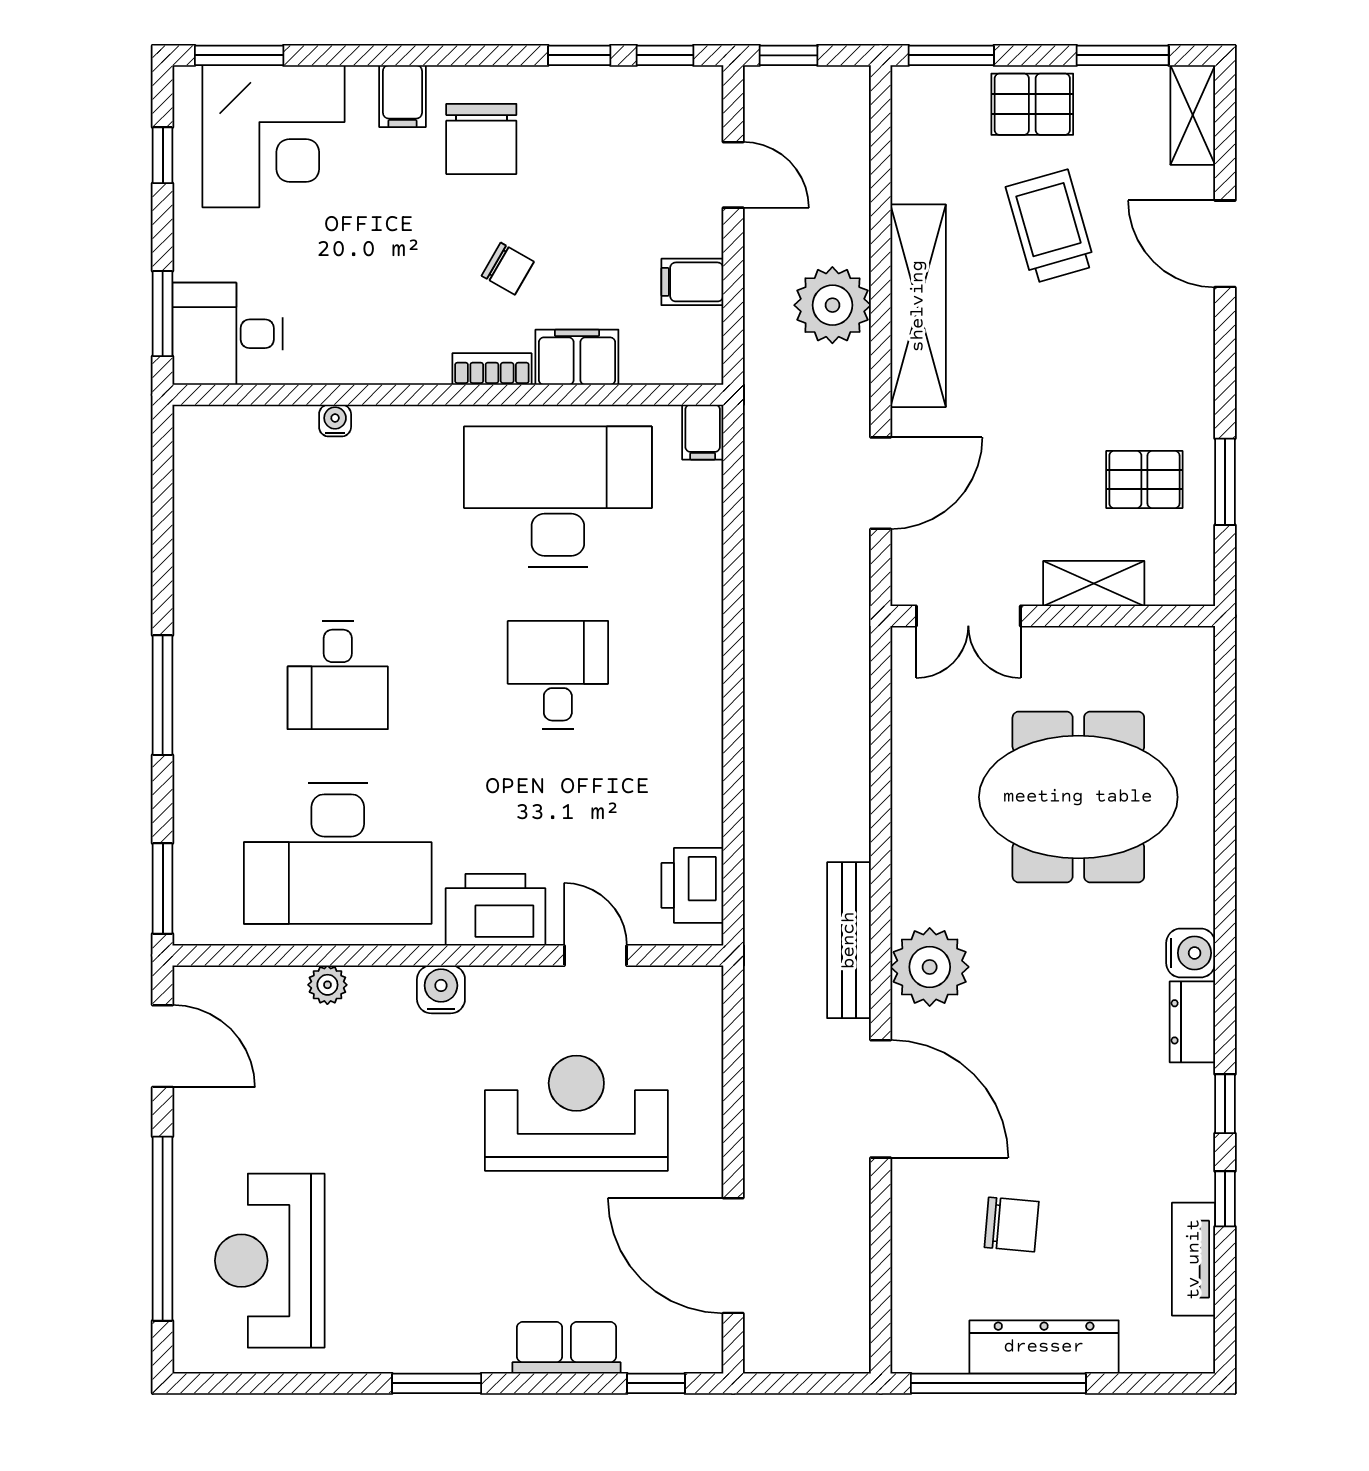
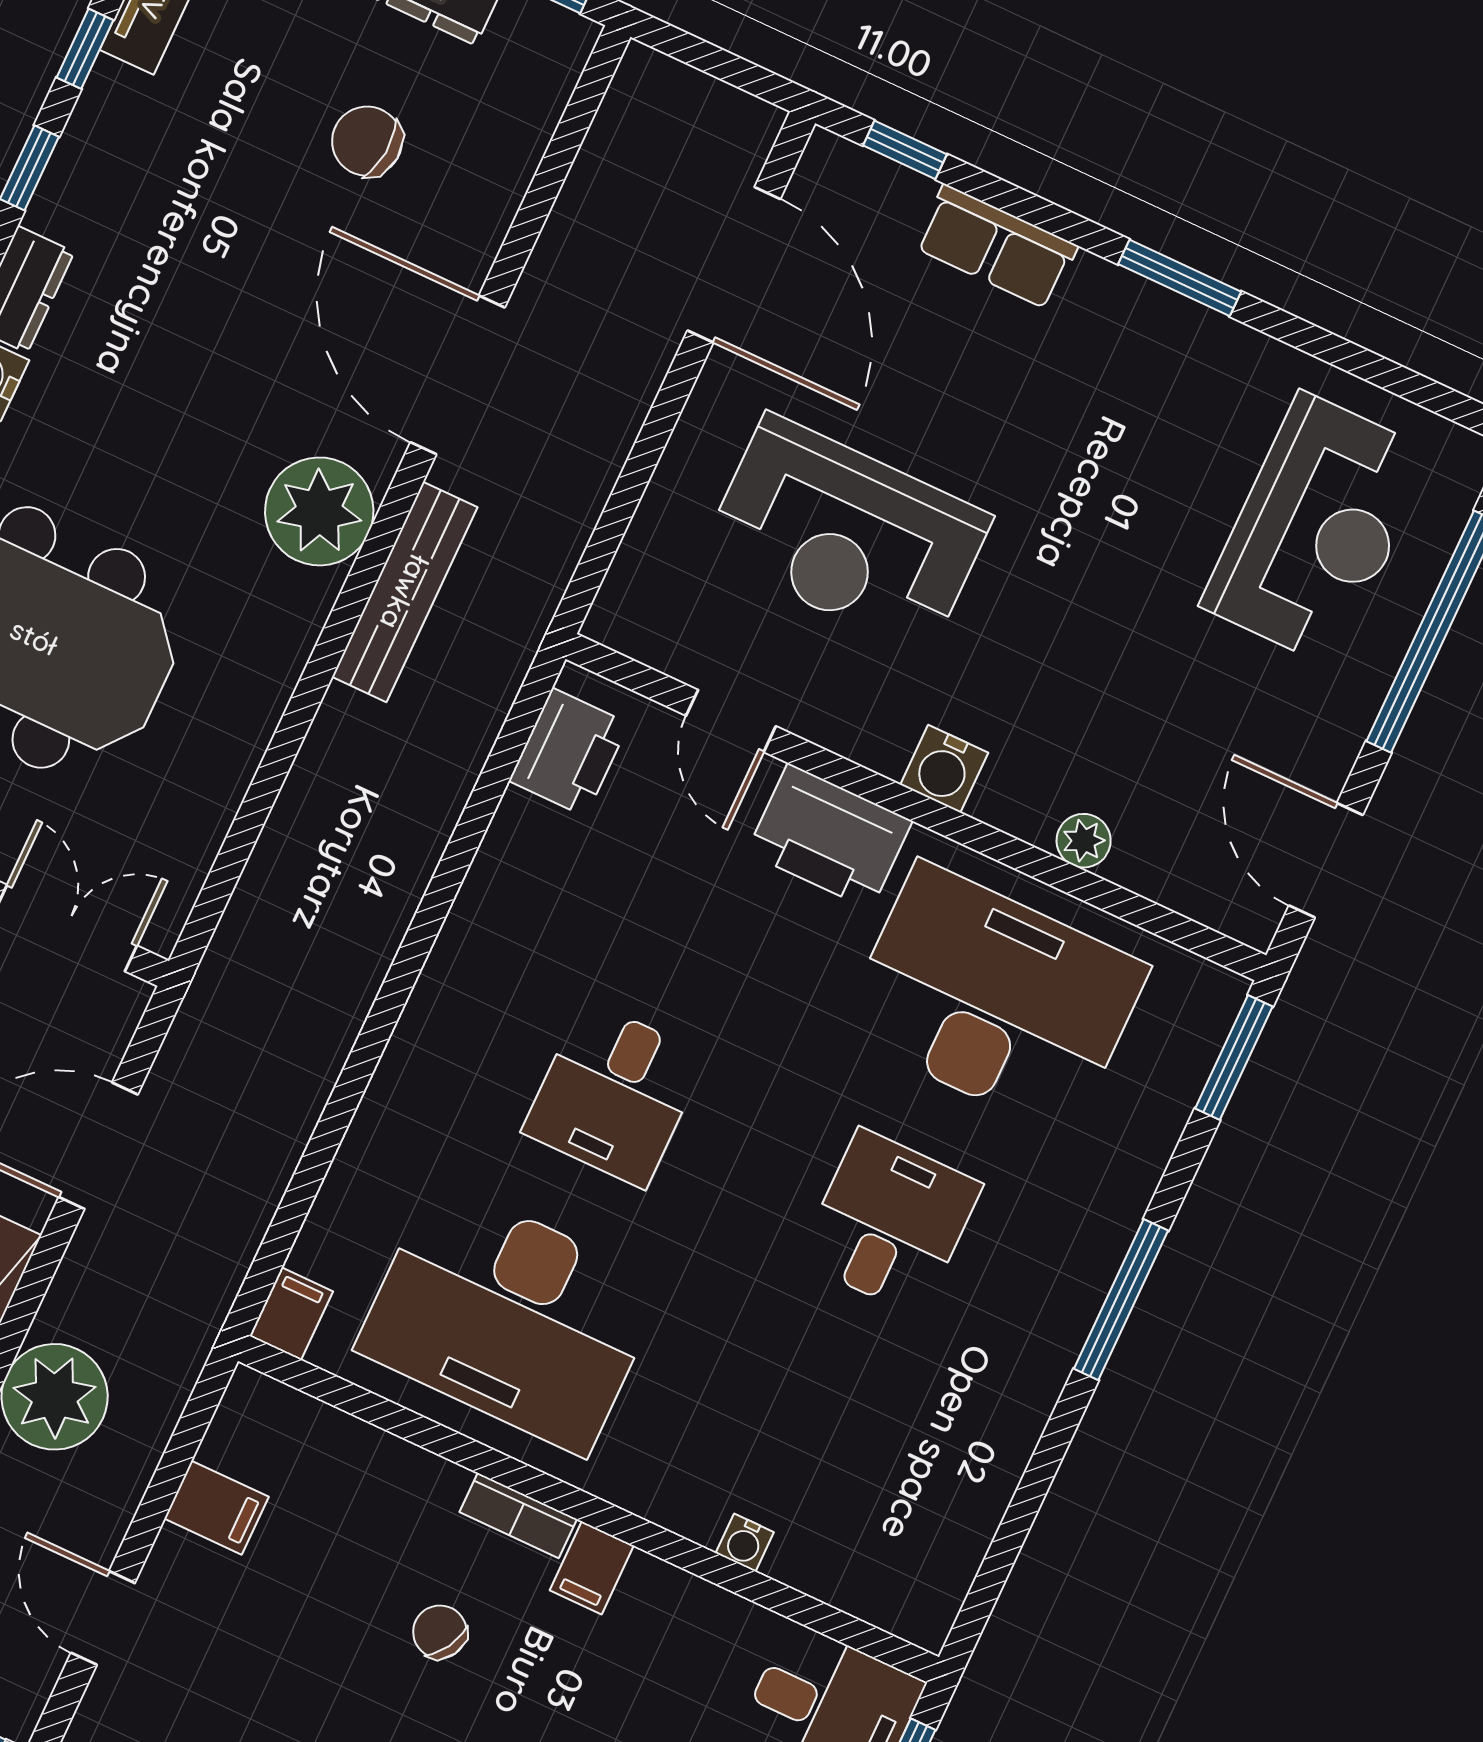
filing cabinet: (577, 357) -> (592, 1568), moved, width x0.50

